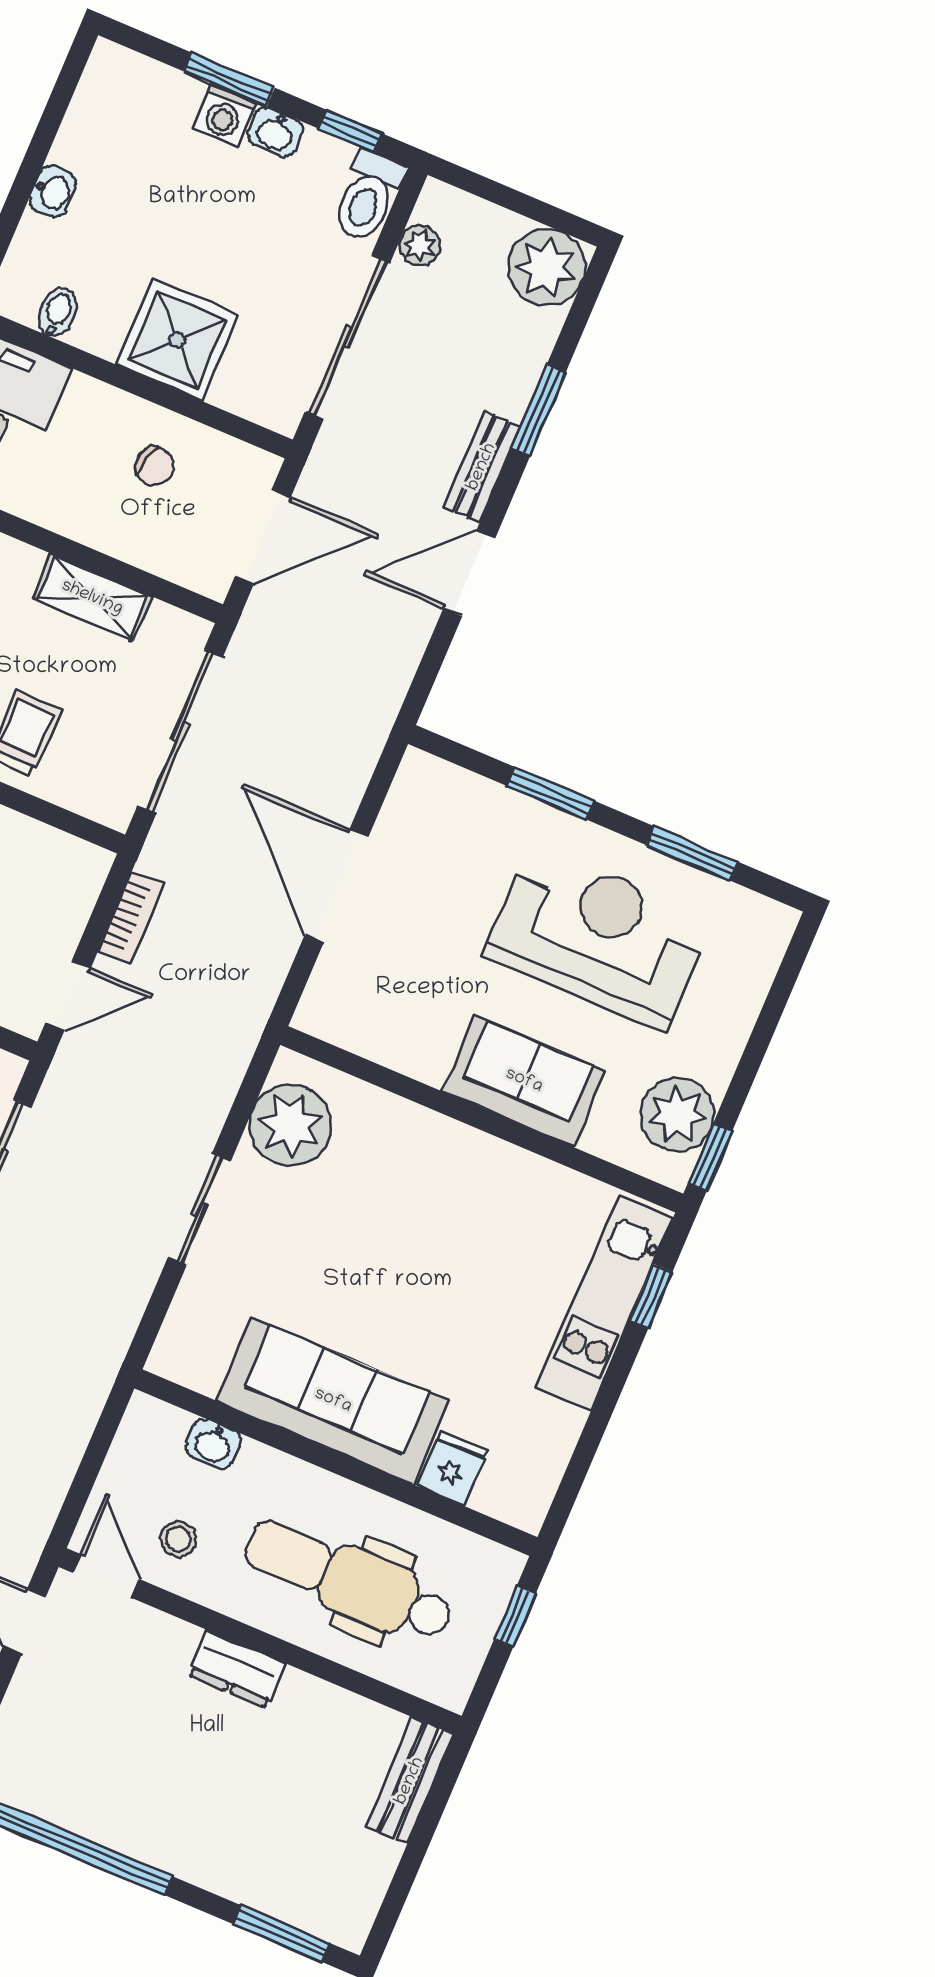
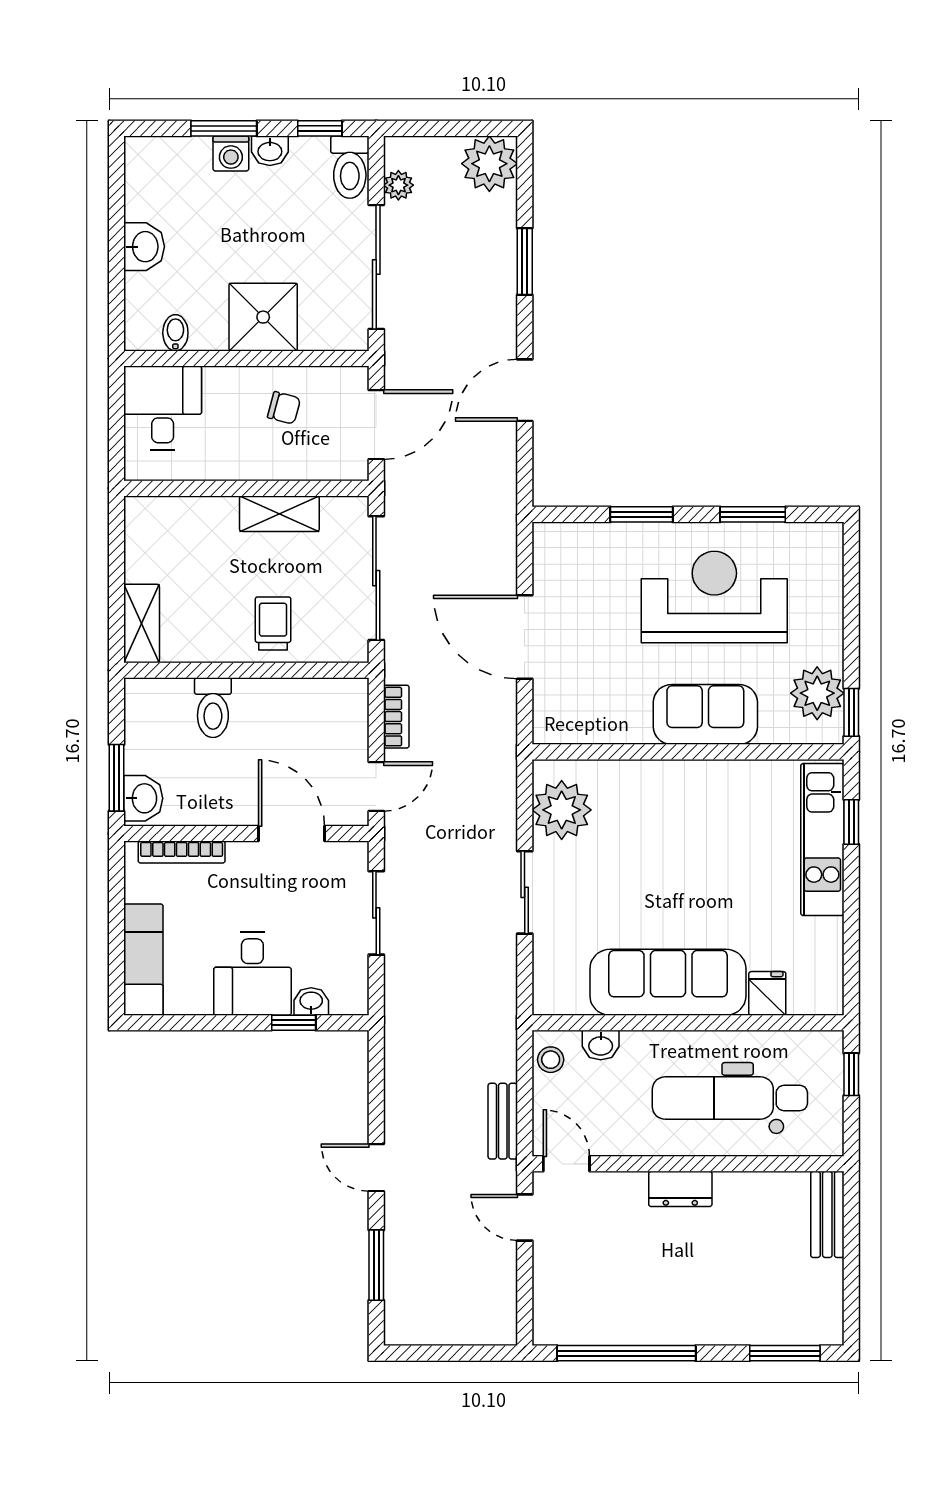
washbasin: (53, 191) -> (144, 247), width x1.38, depth x1.45
bench: (482, 467) -> (503, 1121), moved
stool: (178, 1539) -> (551, 1060), moved

